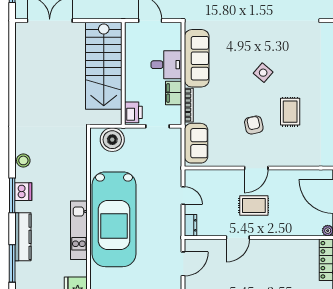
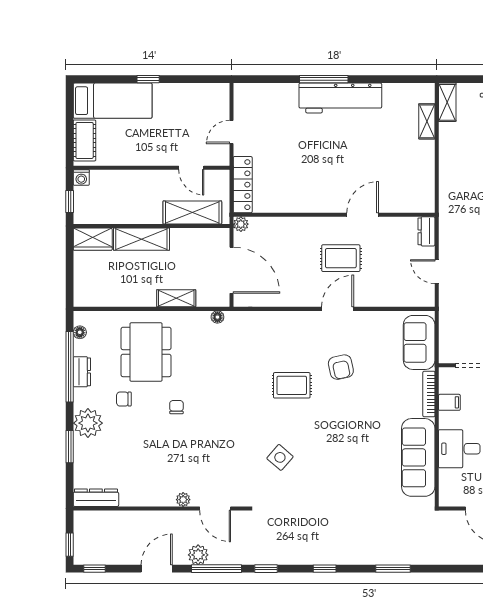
side table: (263, 73) -> (280, 457), moved
filing cabinet: (174, 93) -> (449, 402), width x0.50
rug: (290, 112) -> (292, 385), turned 90
door: (183, 264) -> (437, 179), removed

